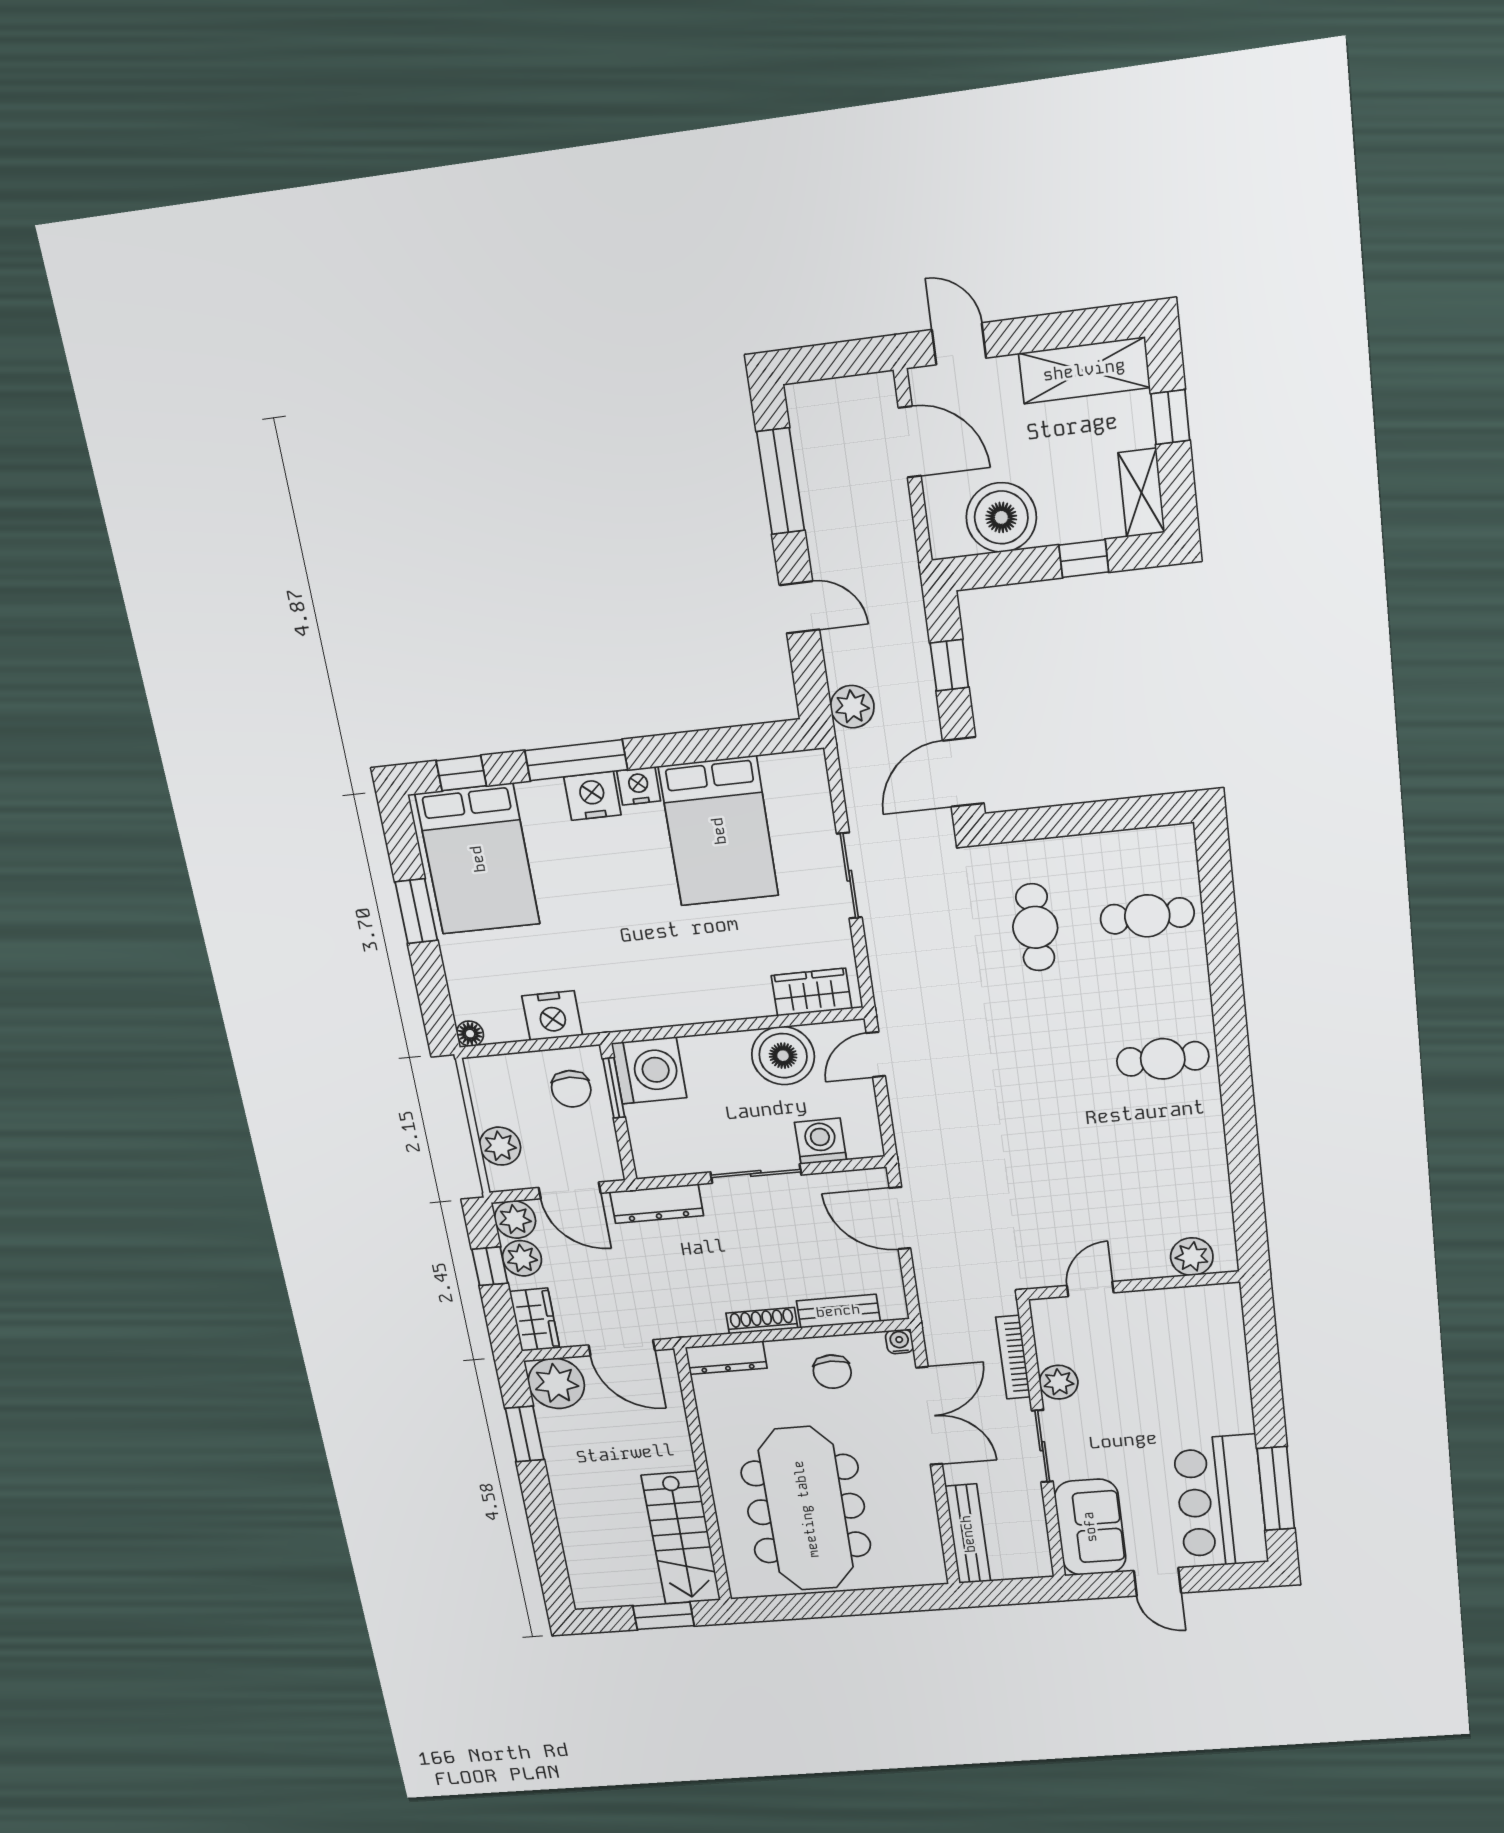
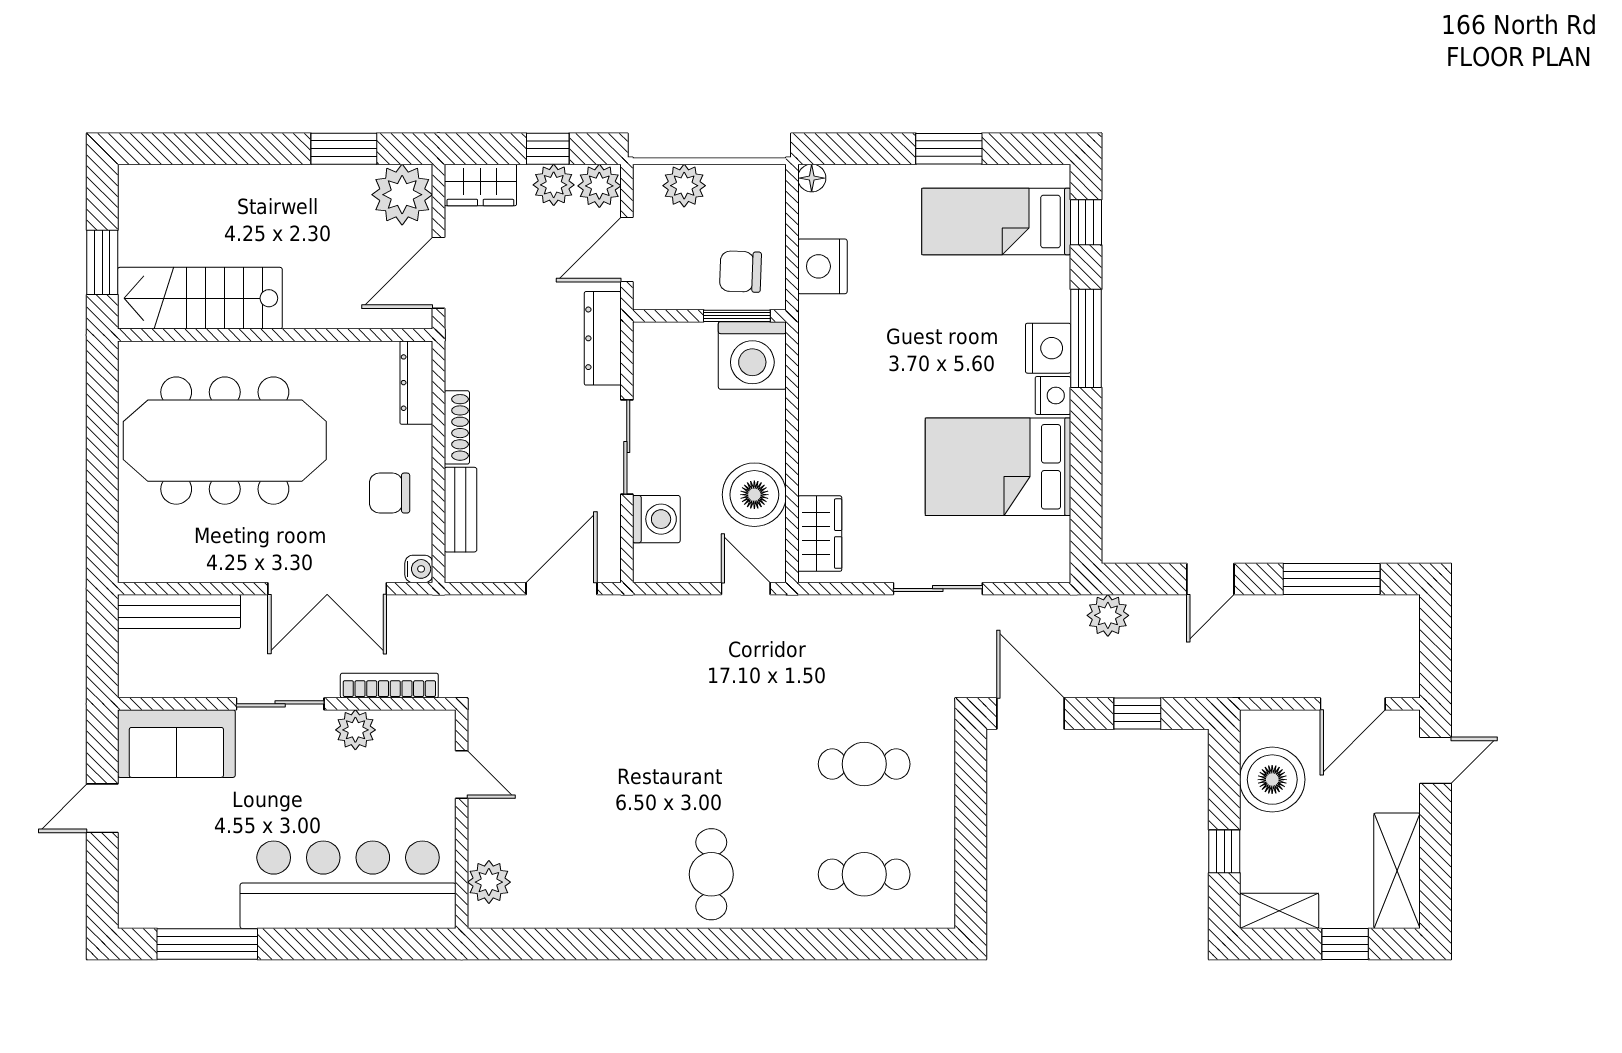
bed: (478, 859) -> (996, 222), width x0.67
cafe table: (1147, 916) -> (864, 874), turned 90
bar counter: (1221, 1501) -> (348, 885), moved, width x1.36

